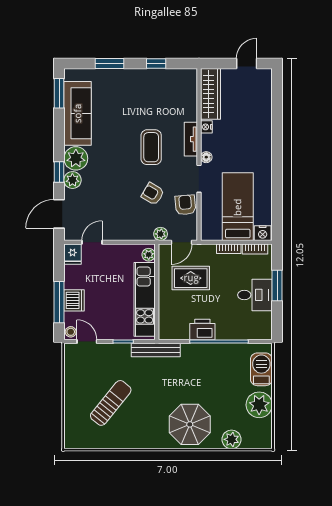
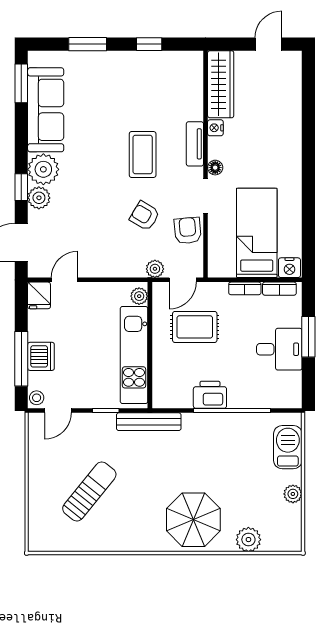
door: (87, 342) -> (58, 411), swing flipped
plant: (259, 405) -> (293, 494), width x0.53, depth x0.53

